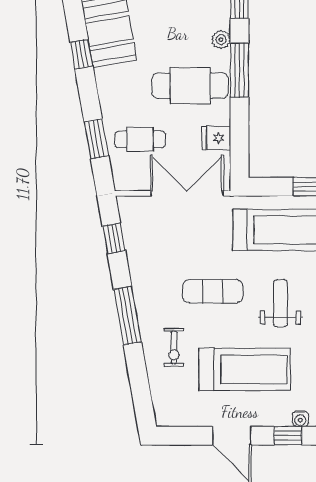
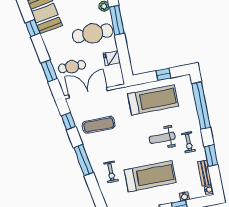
double door: (187, 193) -> (88, 93), moved
exercise mat: (213, 291) -> (99, 125), moved
weight bench: (280, 303) -> (162, 138), turned -90

